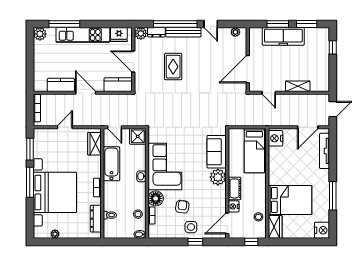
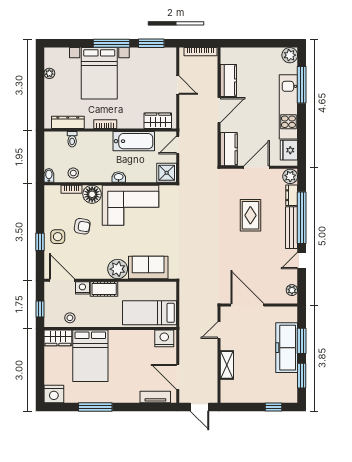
rug: (173, 67) -> (250, 215), turned 90
tv unit: (324, 151) -> (155, 397), width x0.71
bed with nightstands: (55, 192) -> (99, 73), width x0.73

